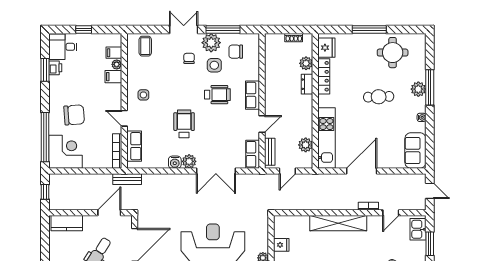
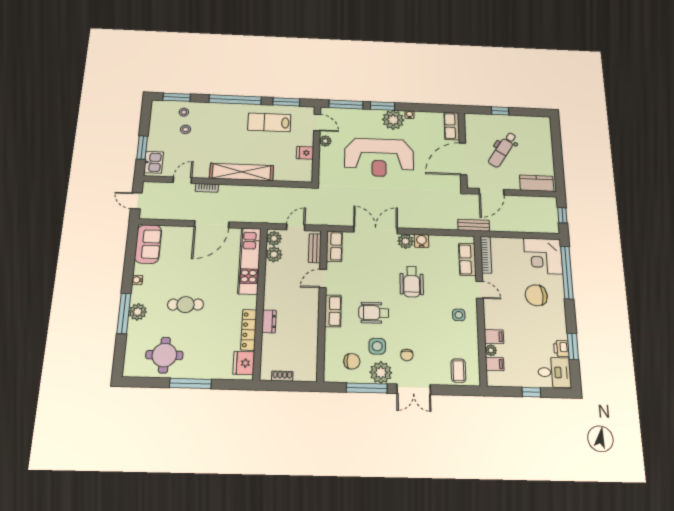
plant: (306, 63) -> (274, 238), moved

